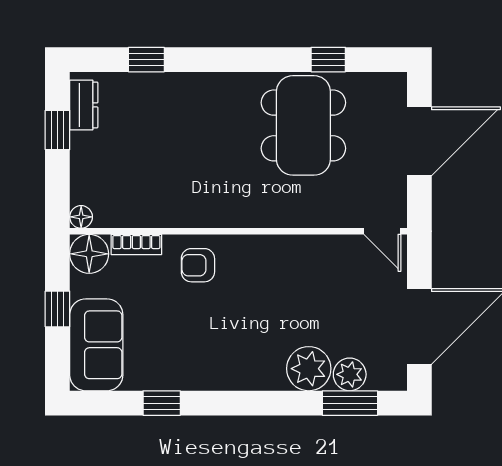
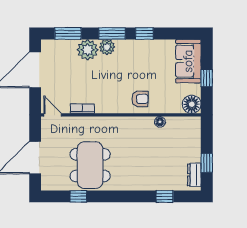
floor lamp: (81, 217) -> (160, 122), moved
bookcase: (136, 244) -> (82, 109), moved
plant: (350, 374) -> (107, 47), moved
window: (162, 403) -> (144, 33), moved
window: (257, 403) -> (112, 33), added

